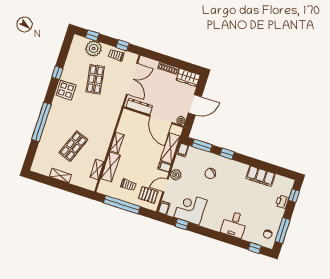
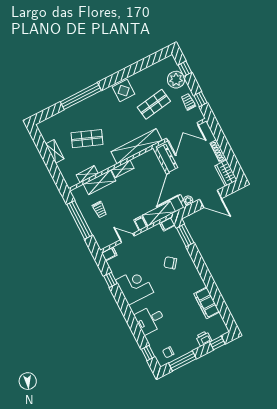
window: (57, 73) -> (130, 71), removed
shelving: (111, 118) -> (137, 146), added
window: (227, 154) -> (198, 260), removed
plant: (176, 175) -> (143, 238), removed
pallet: (148, 195) -> (107, 232), removed
corner desk: (190, 209) -> (135, 286), moved

